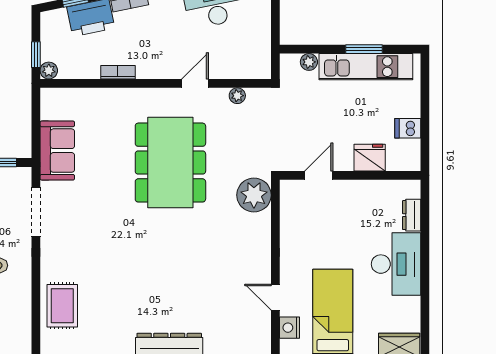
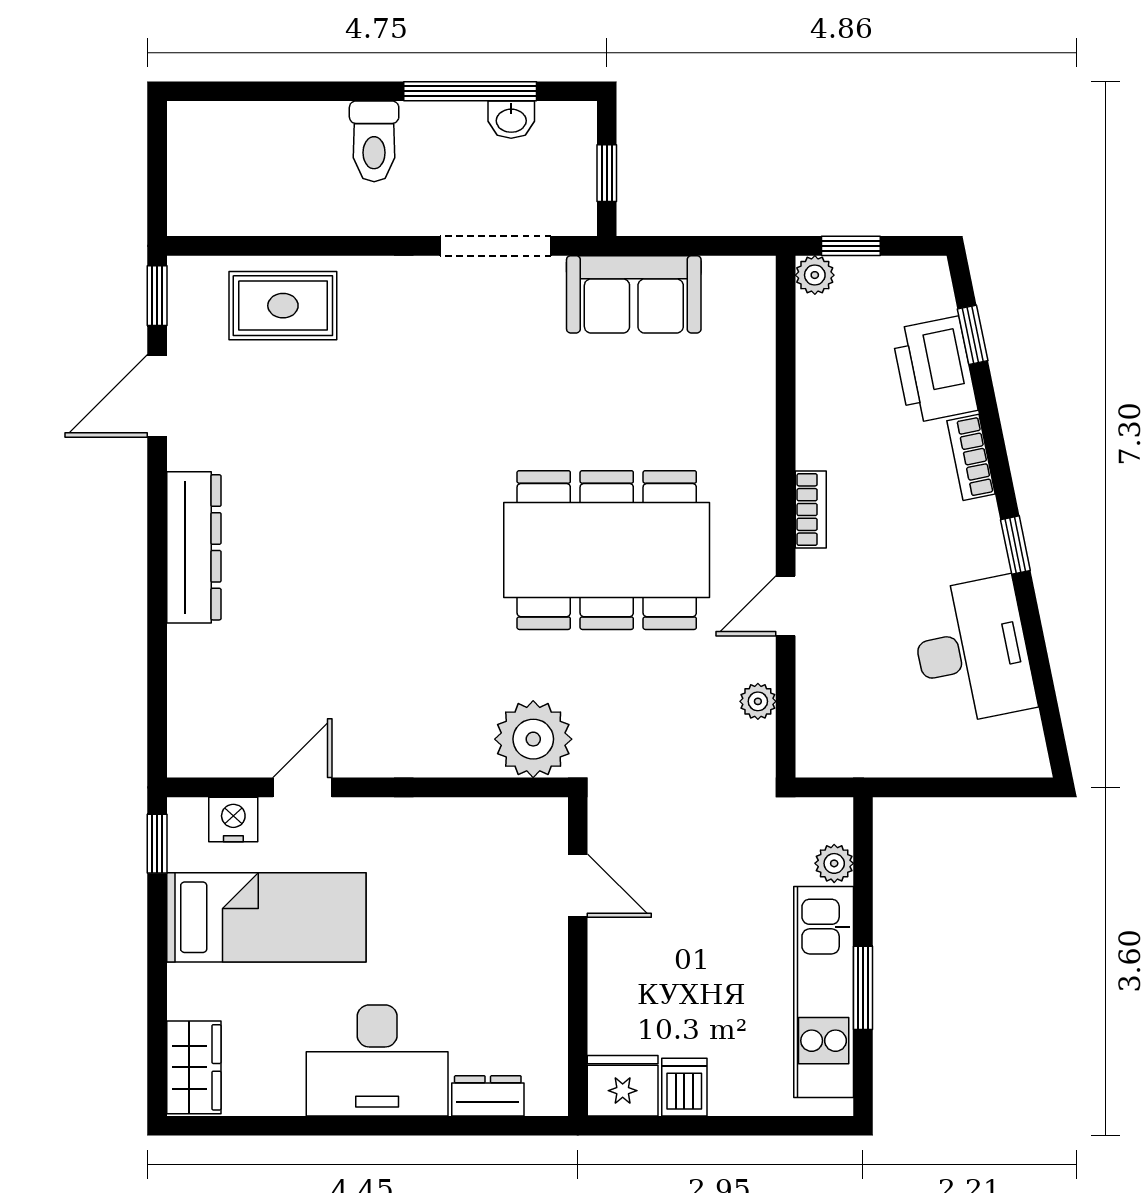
bookcase: (118, 72) -> (811, 510), moved
door: (195, 83) -> (786, 606), swing flipped
fridge: (370, 158) -> (623, 1086), moved, turned -90

